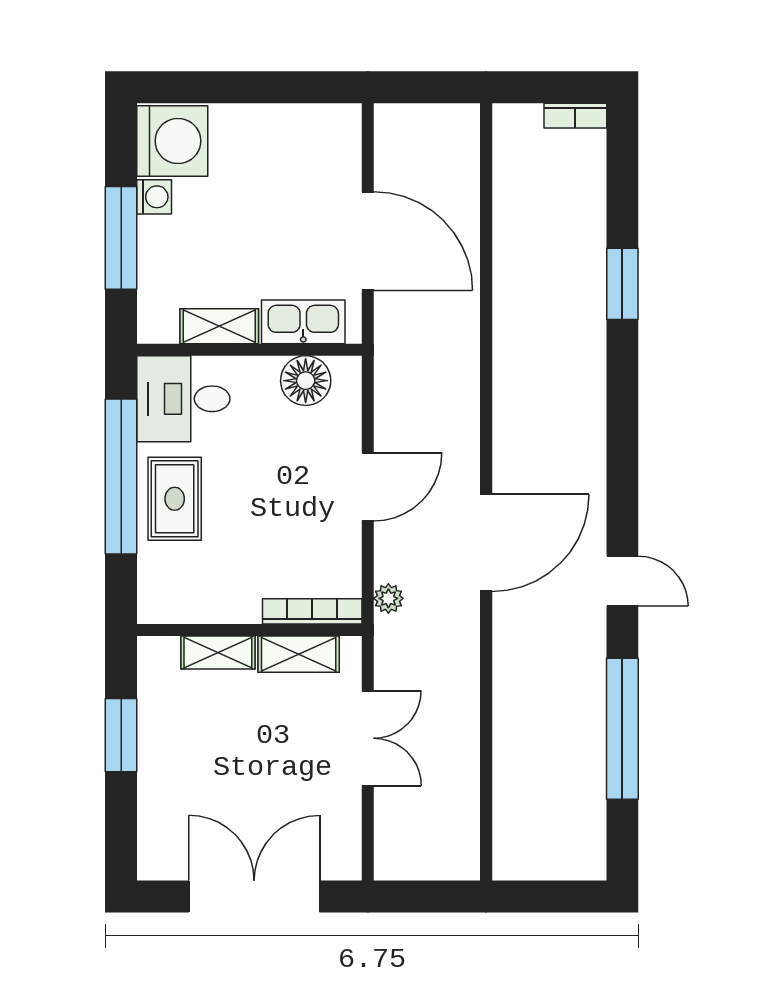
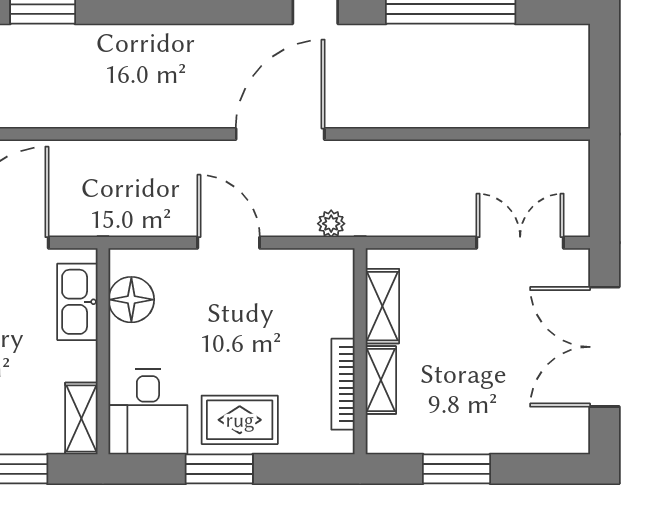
shelving: (219, 326) -> (81, 419), moved
window: (121, 476) -> (219, 469), width x0.47
door: (486, 543) -> (280, 134), hinge flipped
bookcase: (312, 611) -> (343, 384), moved
double door: (368, 738) -> (520, 243), moved

